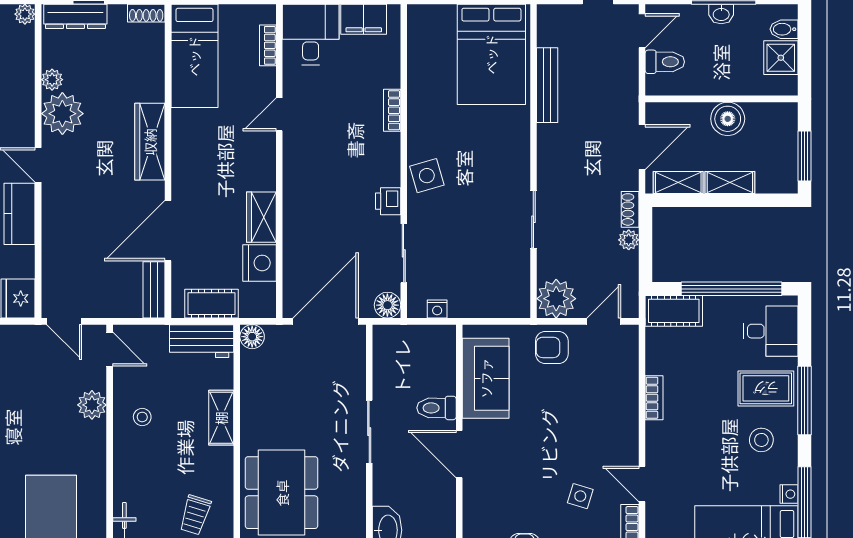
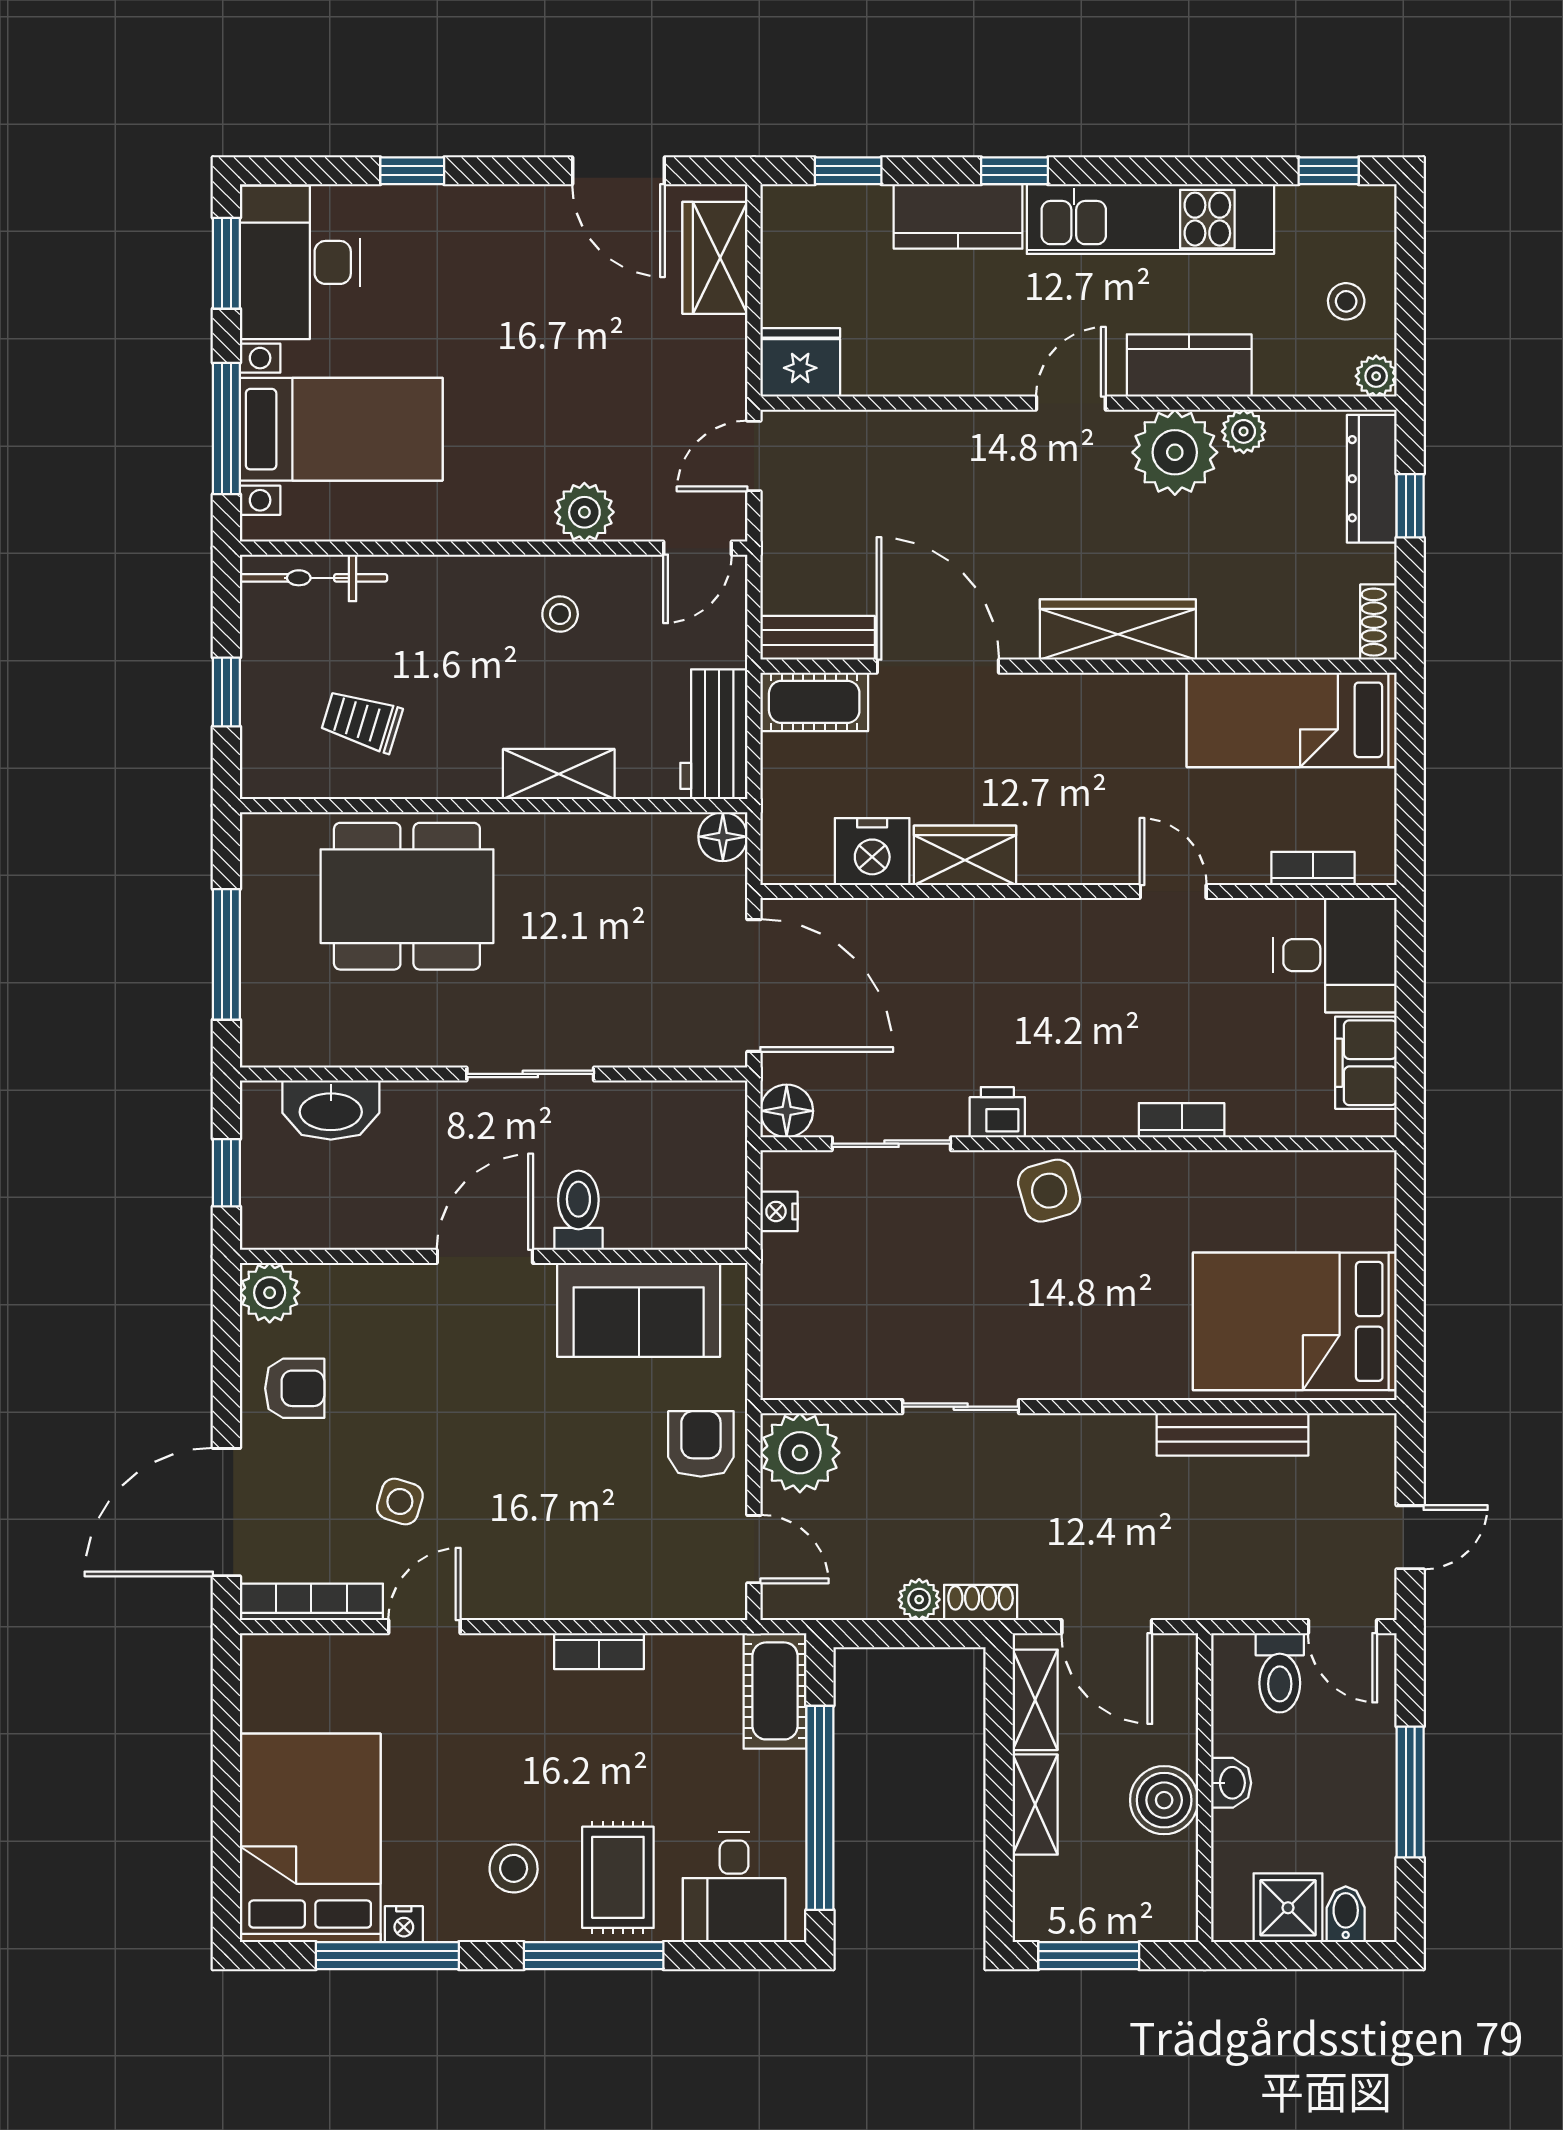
washbasin: (721, 14) -> (1231, 1783), moved, turned 180
kitchen counter: (20, 214) -> (1189, 366), moved
cot: (212, 304) -> (814, 702), moved, turned 90

